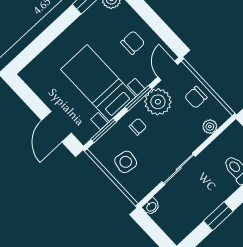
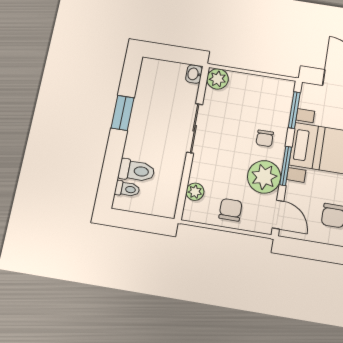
side table: (126, 162) -> (250, 97), removed
plant: (138, 191) -> (218, 79), added

